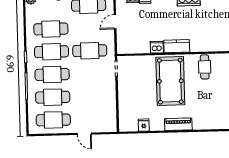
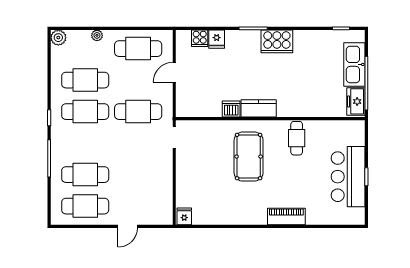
cafe table: (52, 74) -> (85, 143), removed
pool table: (170, 81) -> (249, 157), width x0.73, depth x0.76
piano: (178, 124) -> (286, 216), moved
fridge: (144, 125) -> (184, 216), moved
door: (84, 134) -> (128, 226), hinge flipped

